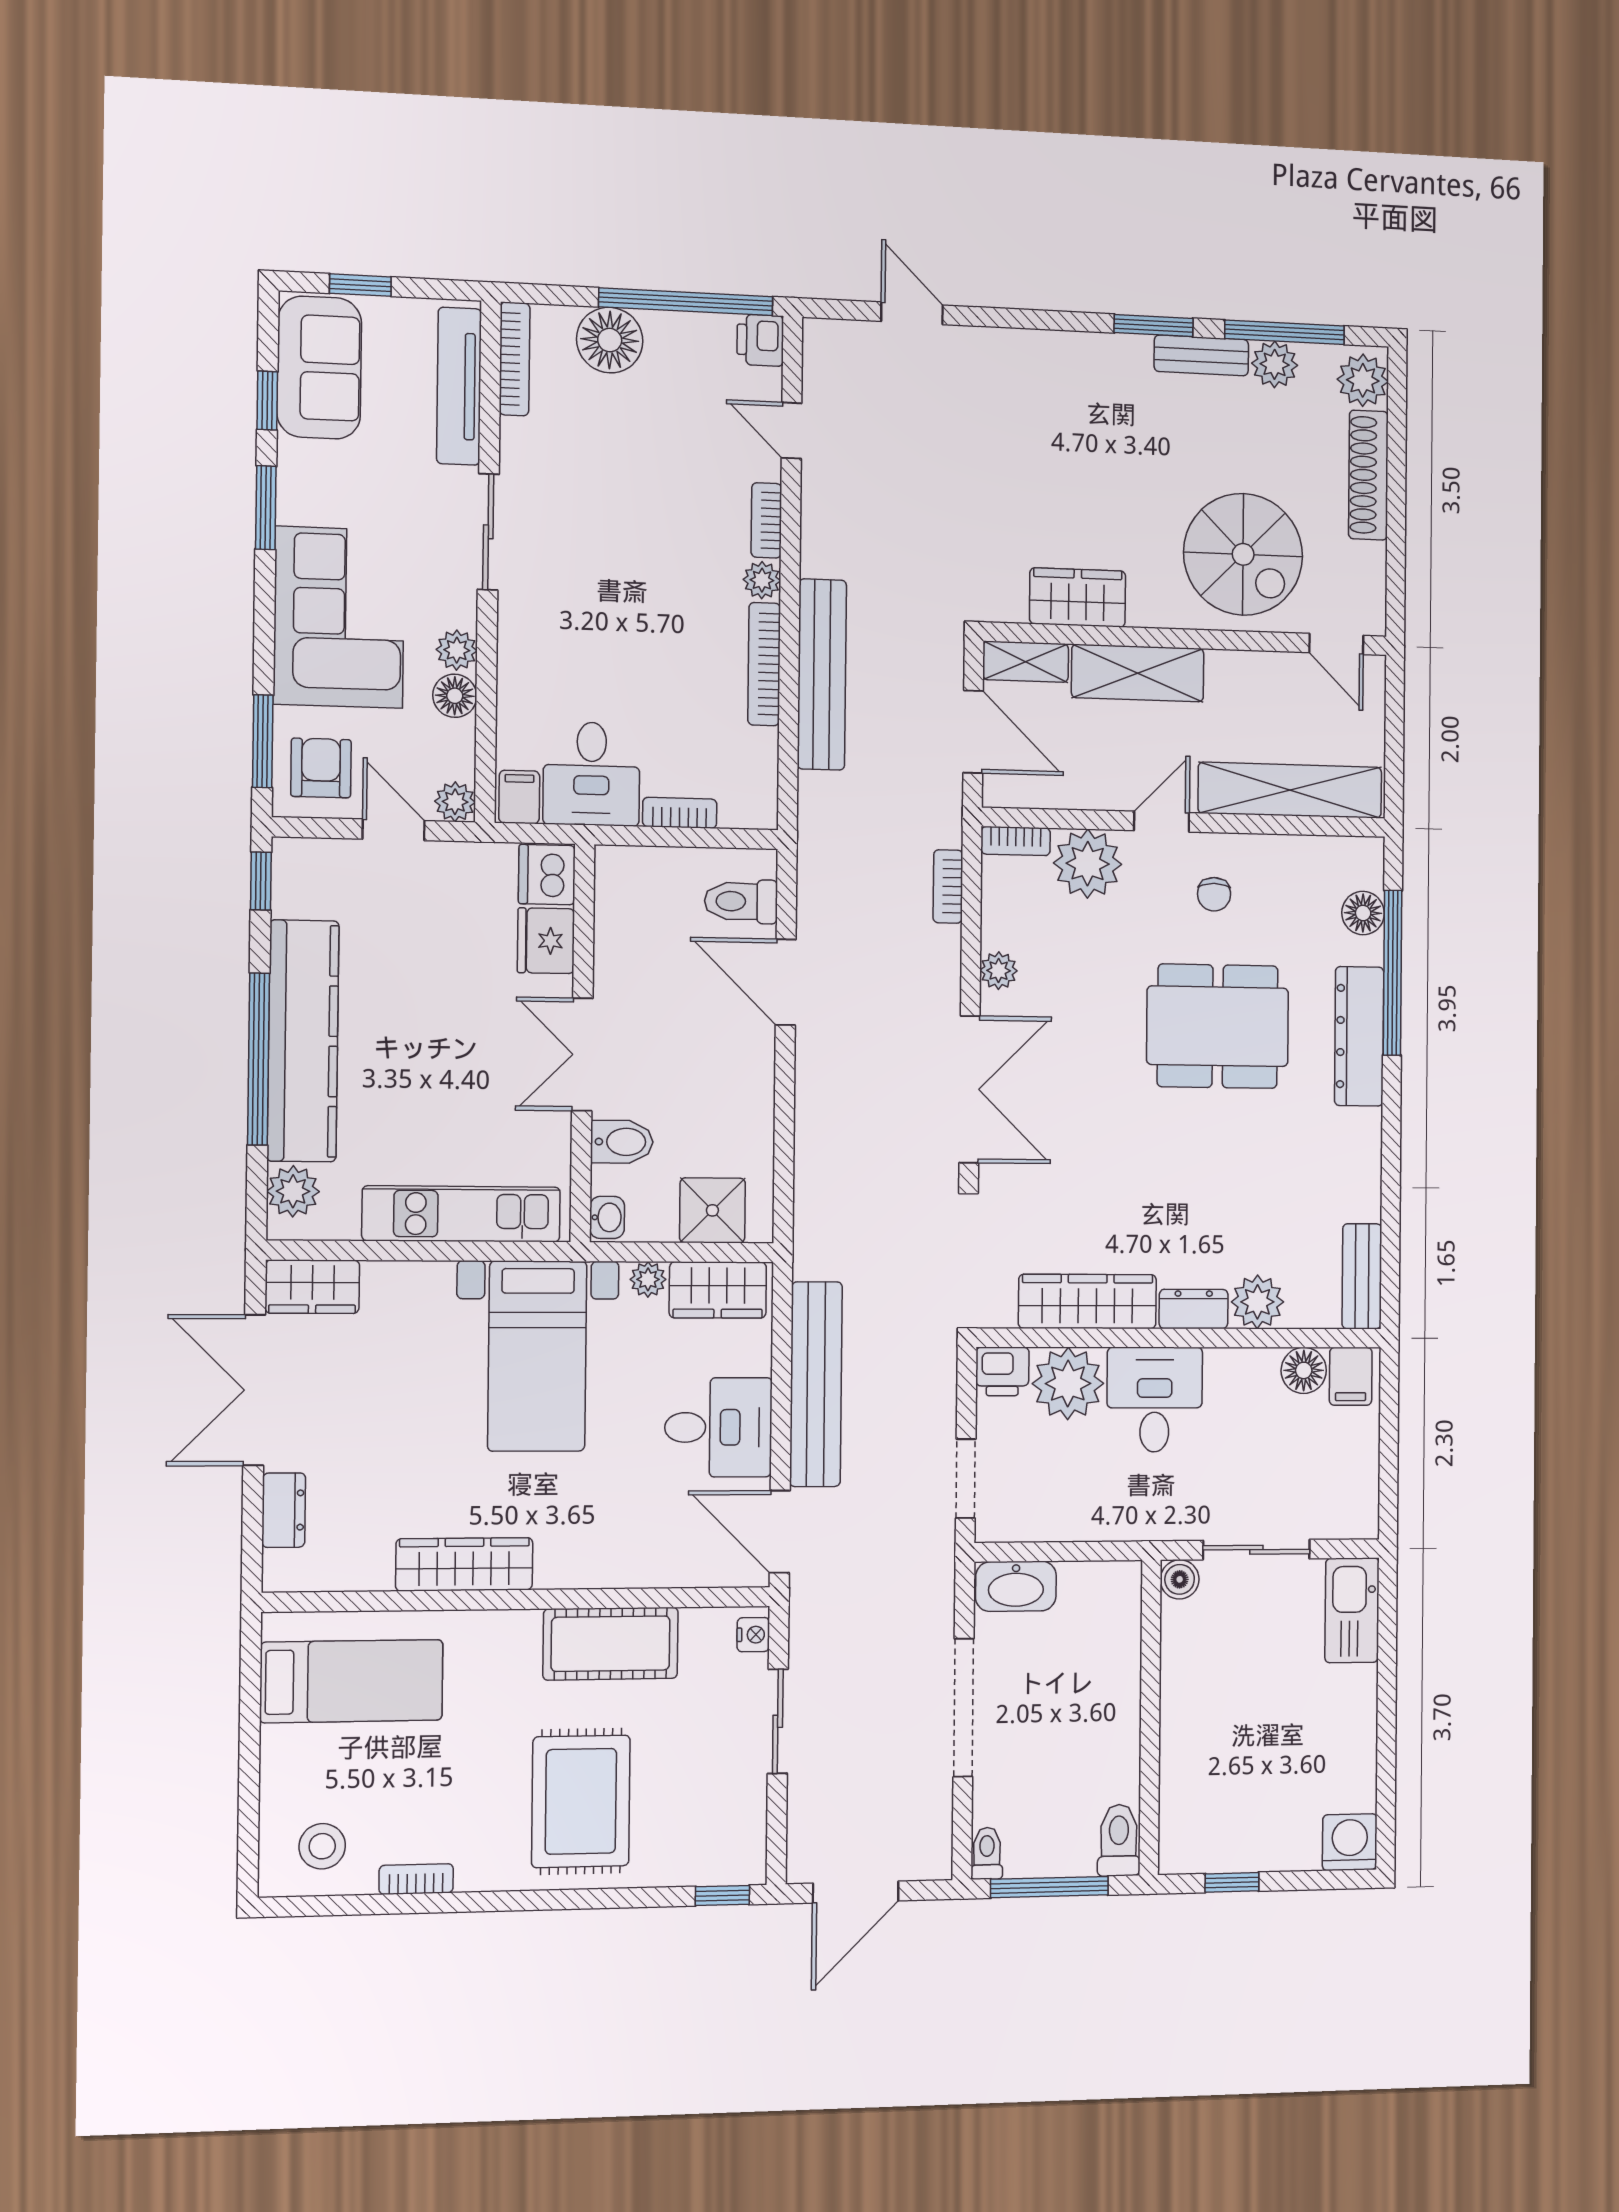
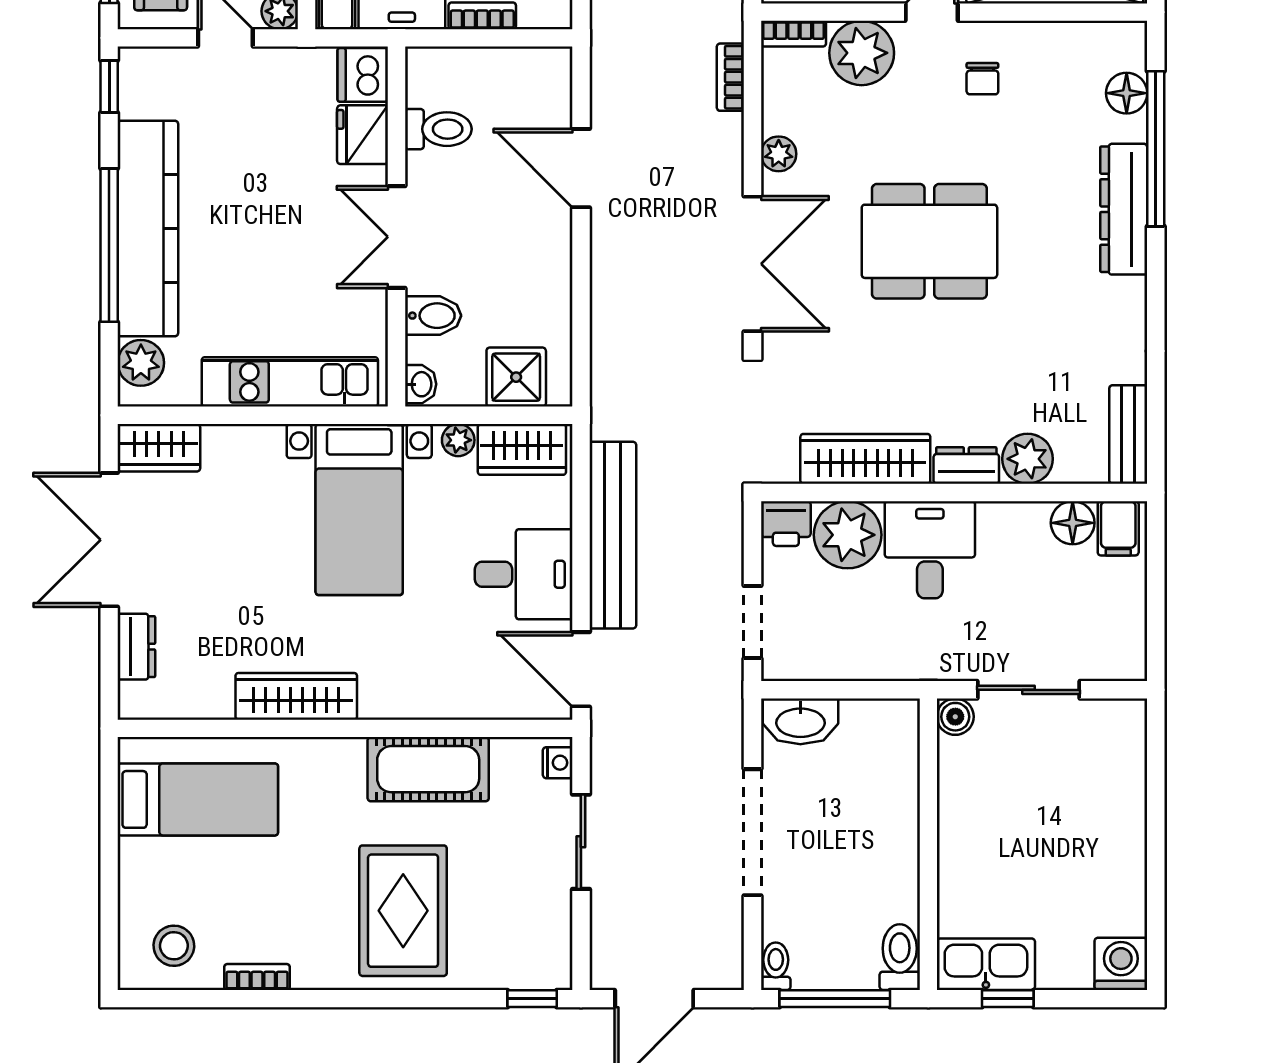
toilet: (741, 901) -> (438, 129), moved, turned 180
dining table: (1218, 1026) -> (929, 241), moved
kitchen sink: (1352, 1610) -> (986, 964), moved, turned 90

